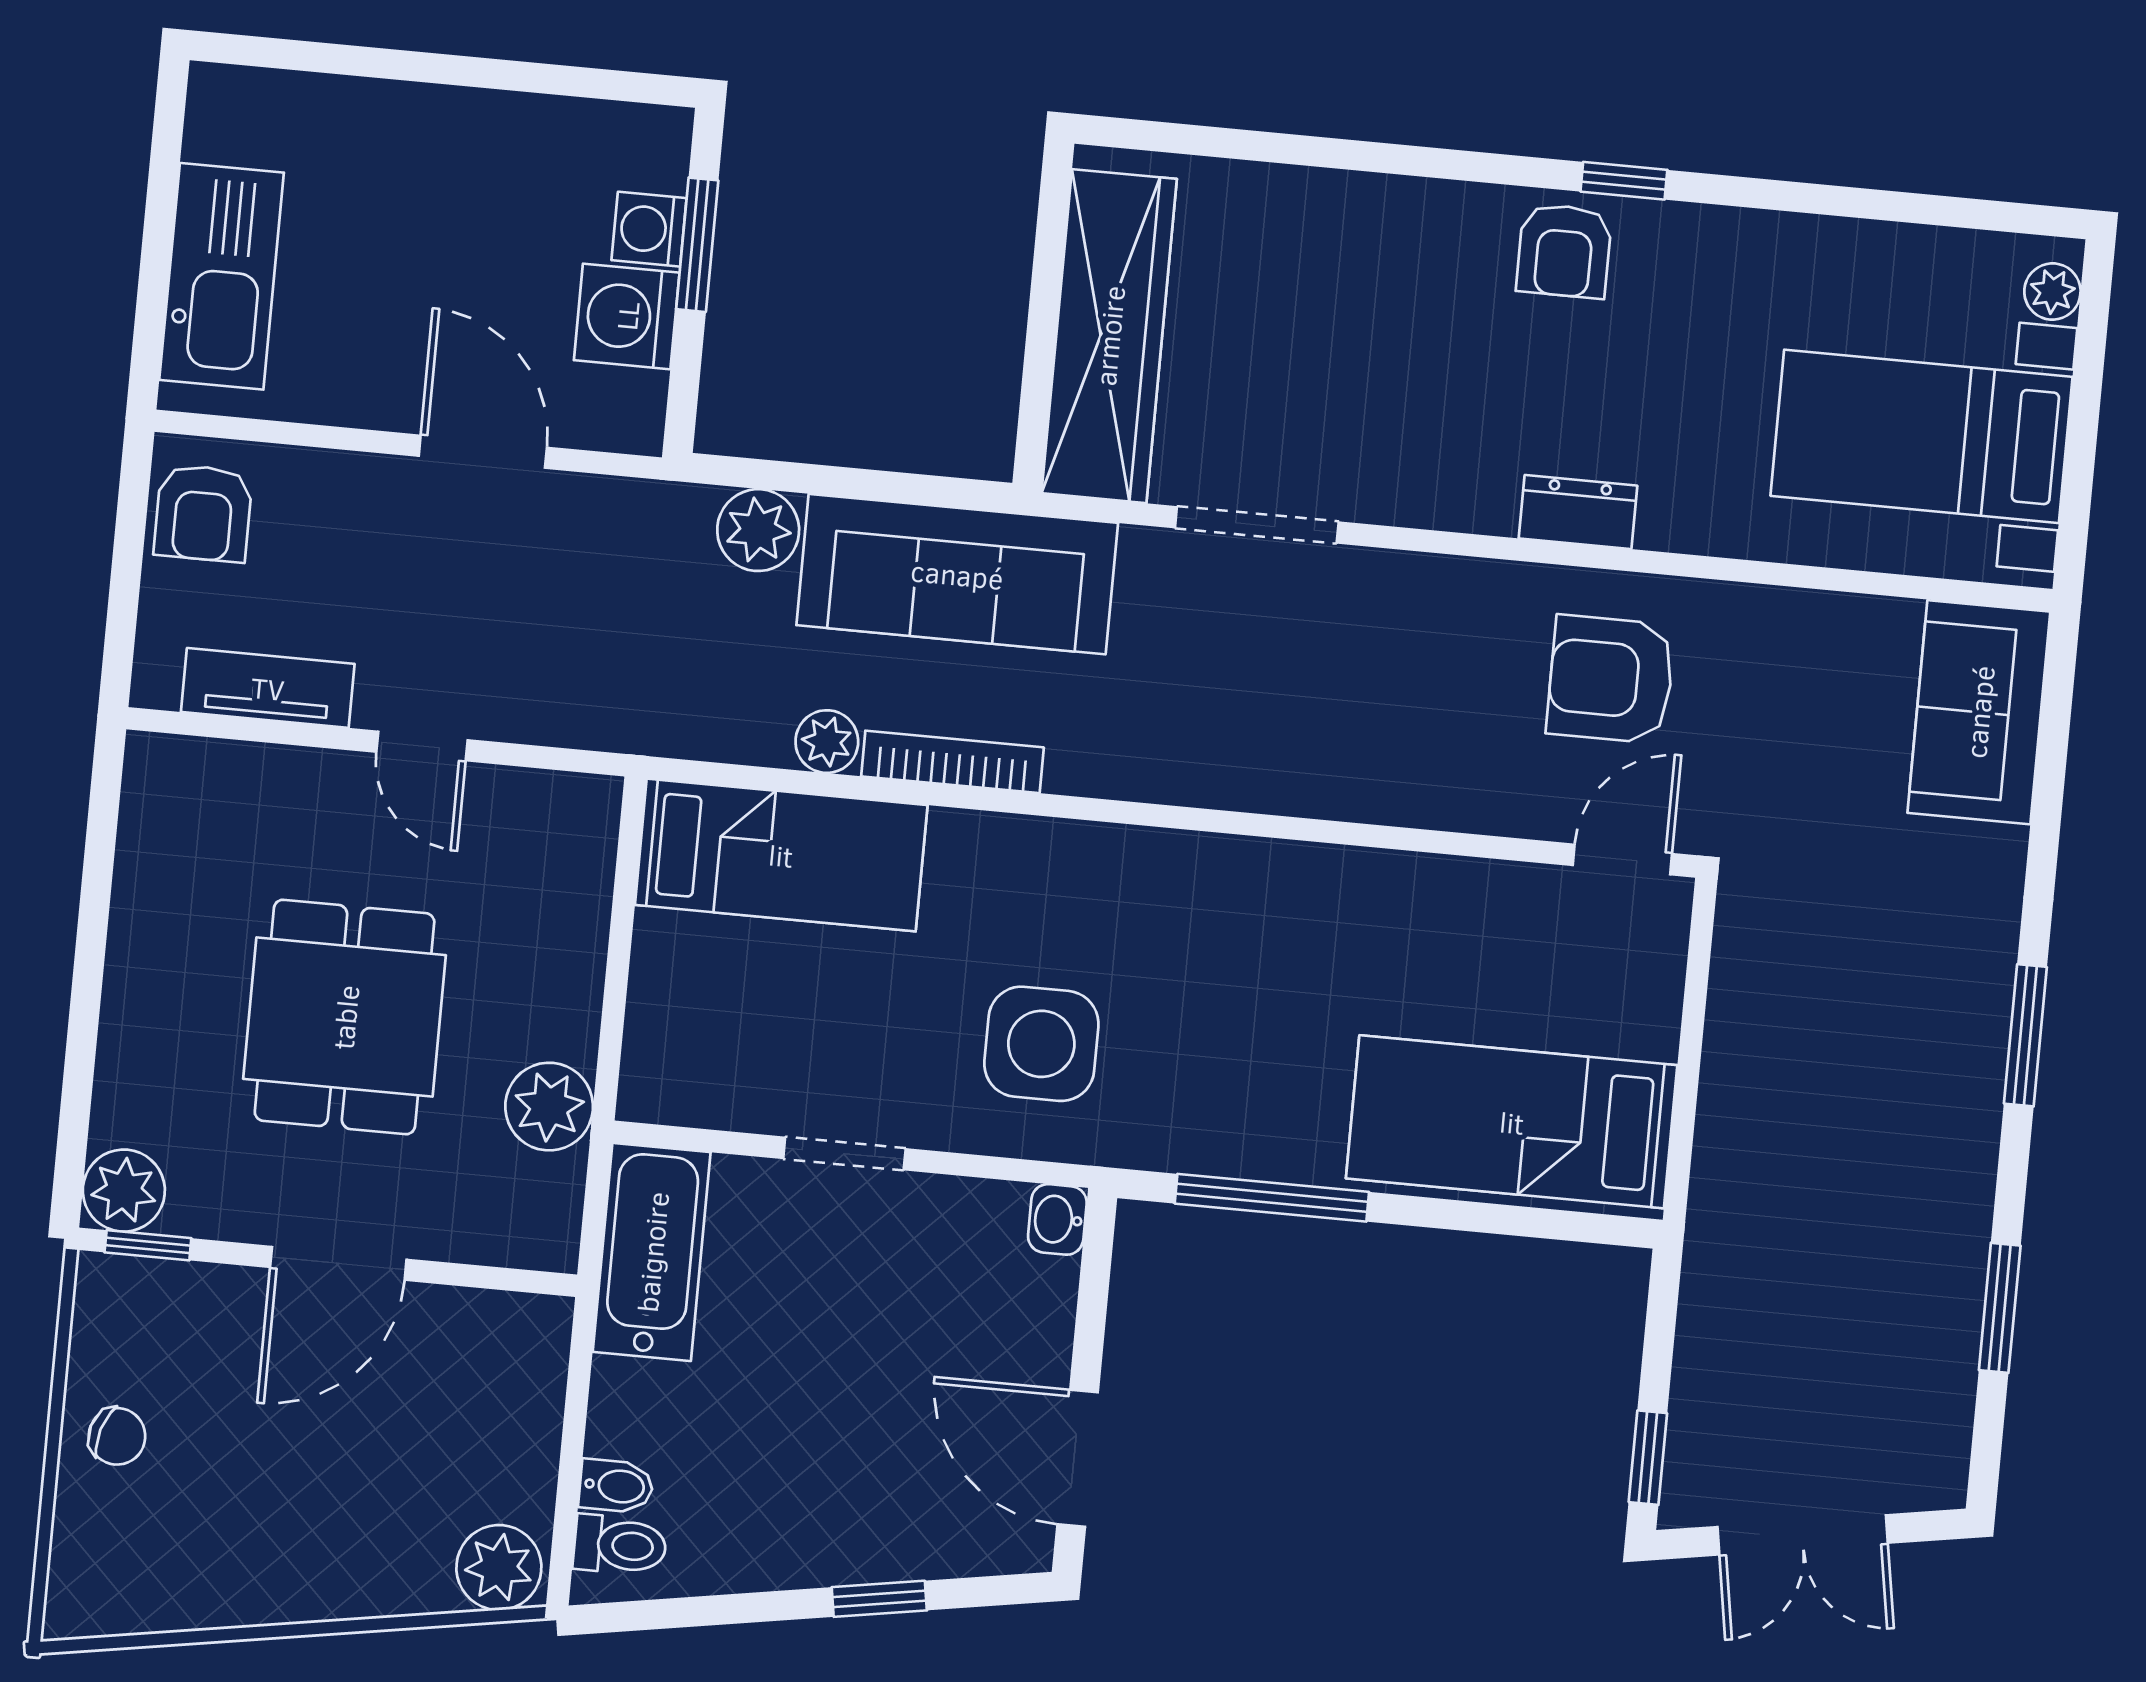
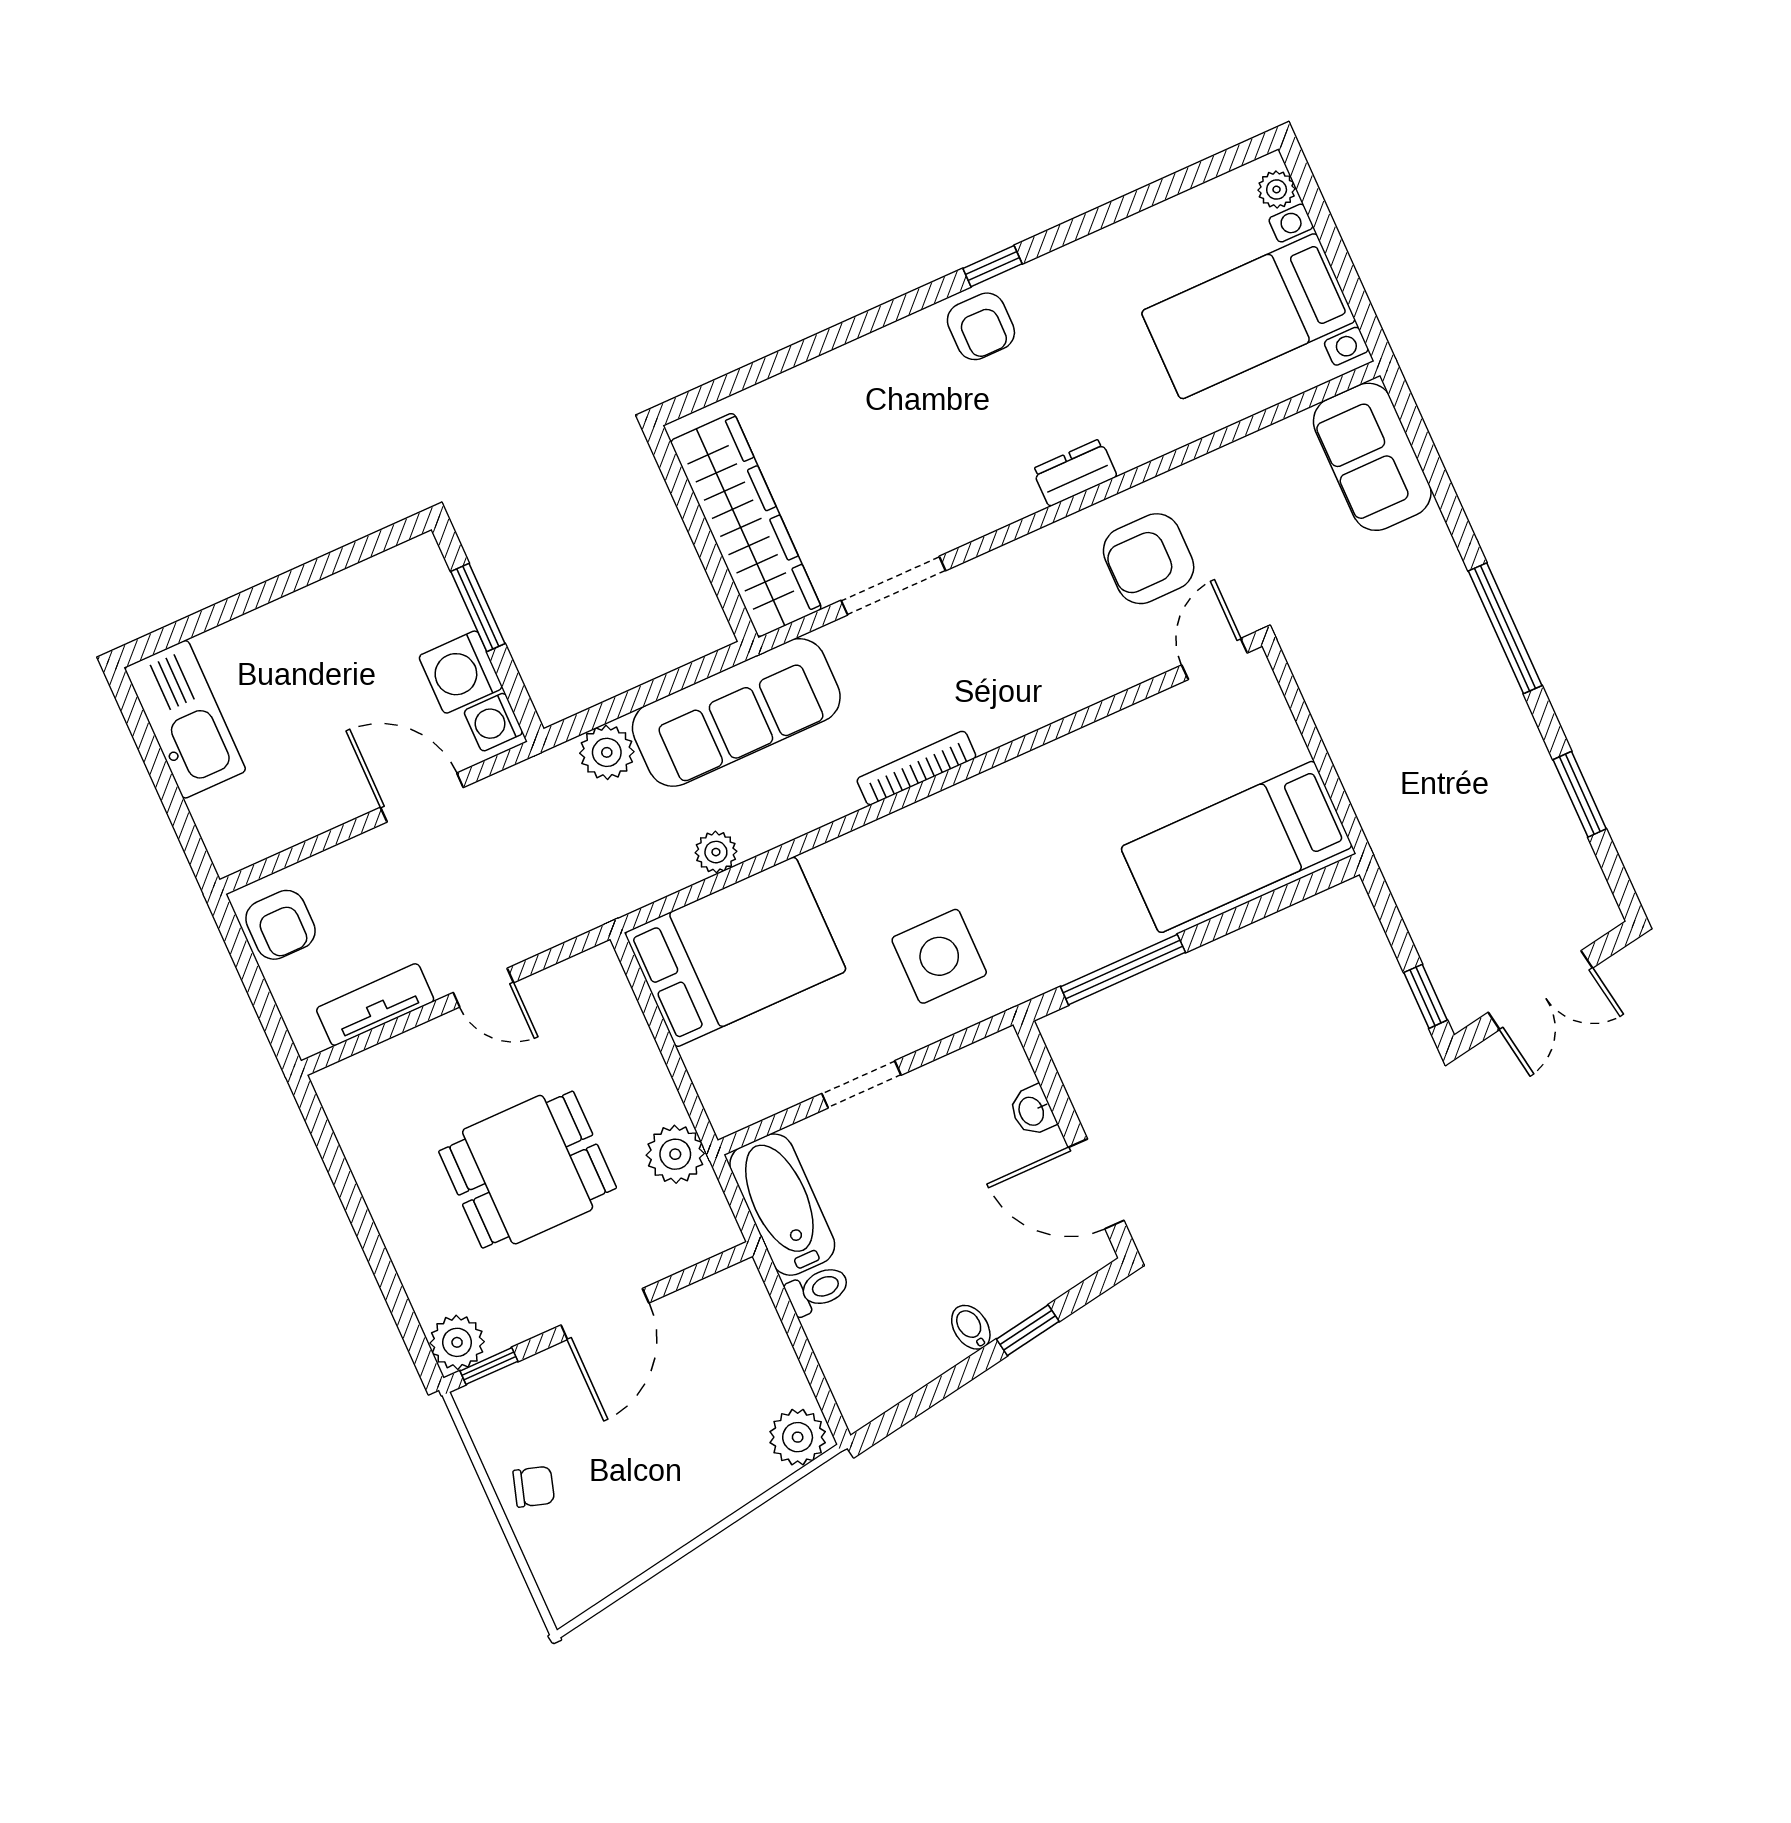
washing machine: (649, 229) -> (493, 722), moved
kitchen sink: (222, 276) -> (185, 719), moved
bookcase: (952, 762) -> (916, 768), moved
bed: (781, 855) -> (735, 952), width x1.50
dining table: (345, 1017) -> (528, 1170), turned 90
window: (2025, 1035) -> (1505, 628), width x1.44
washbasin: (1057, 1219) -> (1032, 1111), moved
bidet: (616, 1486) -> (971, 1327), moved, turned -99
toilet: (620, 1545) -> (818, 1290), moved

